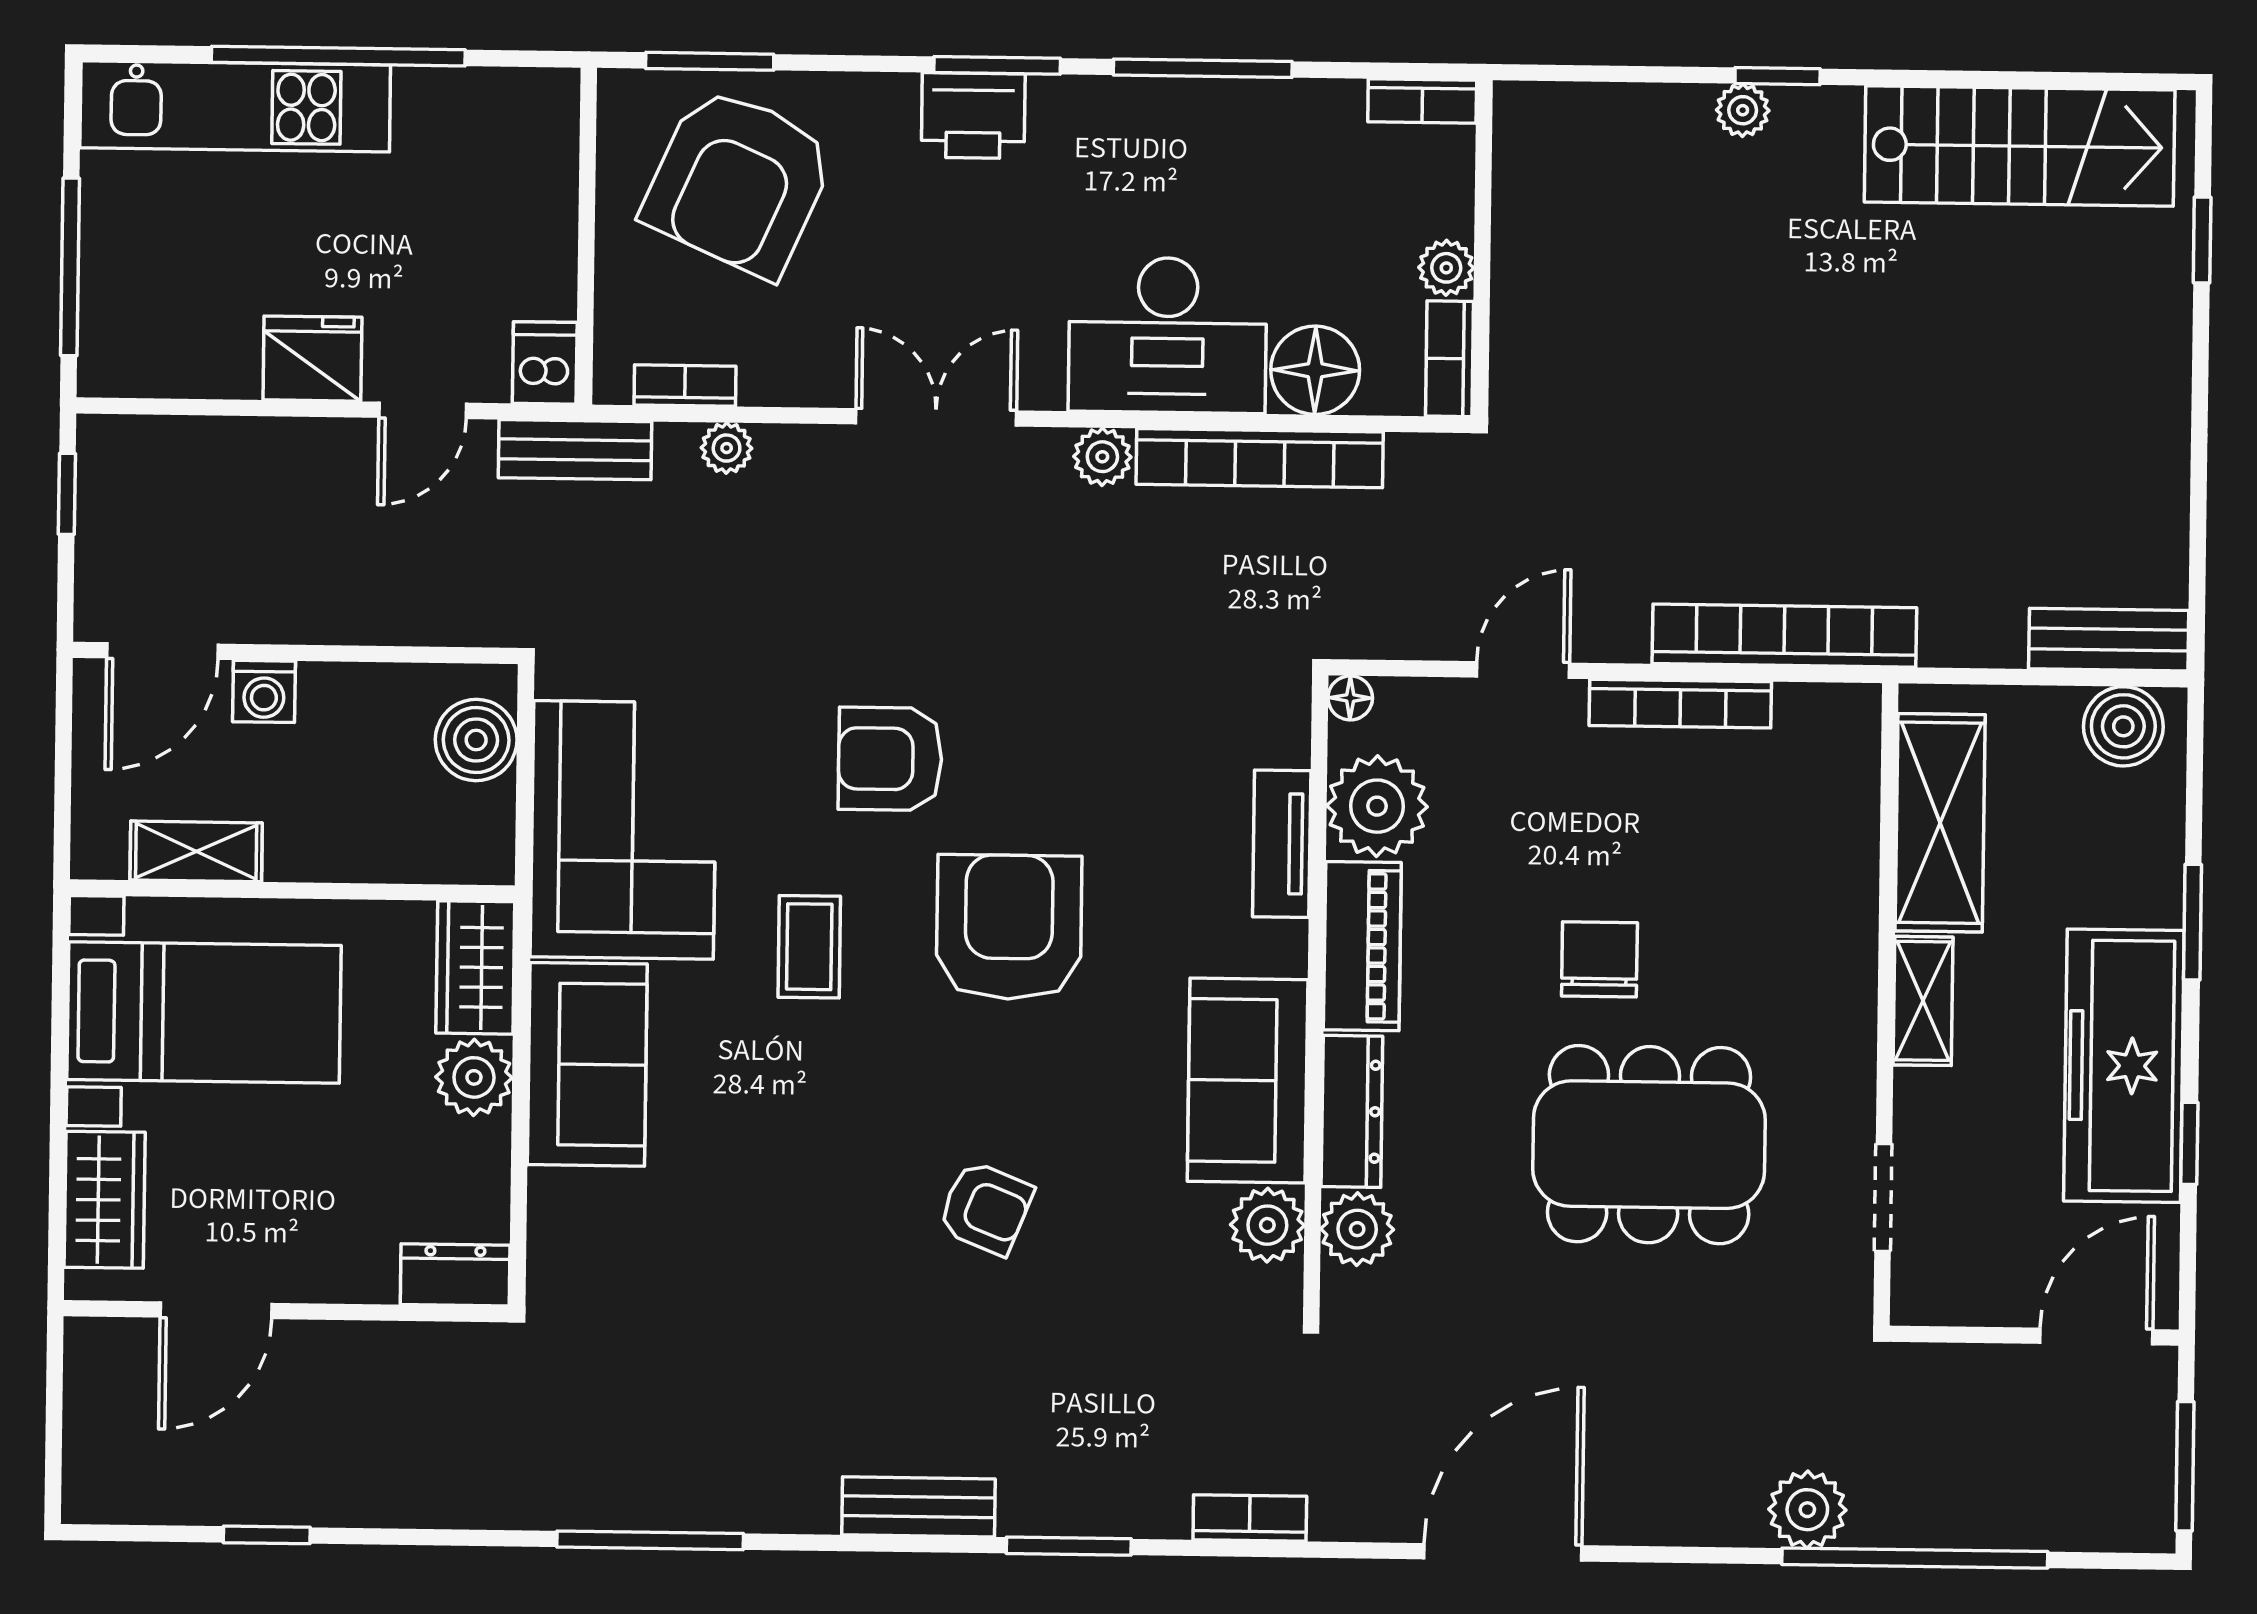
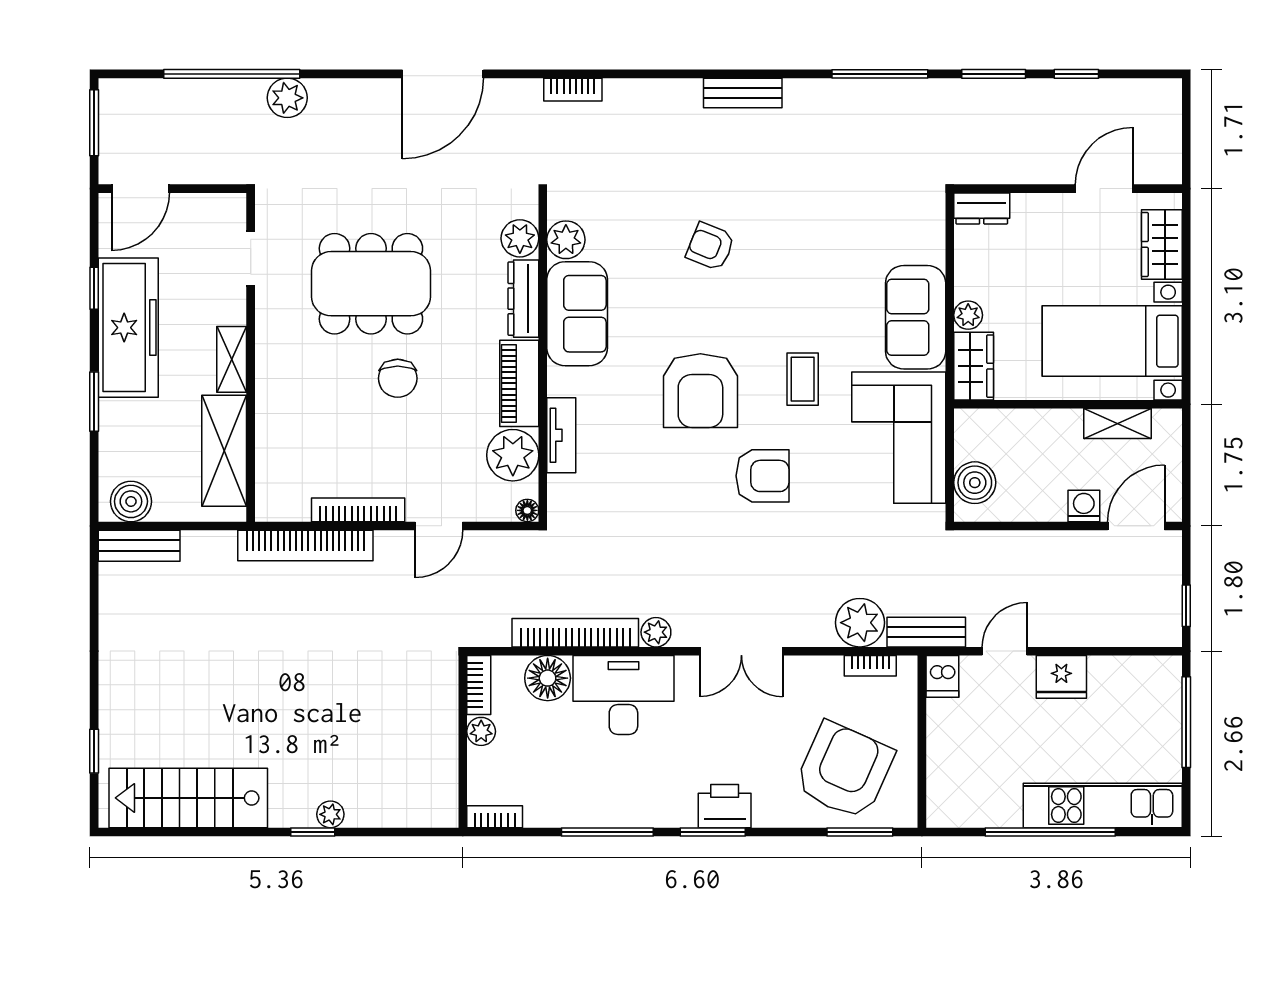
plant: (727, 448) -> (860, 623), width x1.87, depth x1.87
plant: (474, 1077) -> (968, 315), width x0.73, depth x0.73
window: (1069, 1546) -> (994, 74), moved

